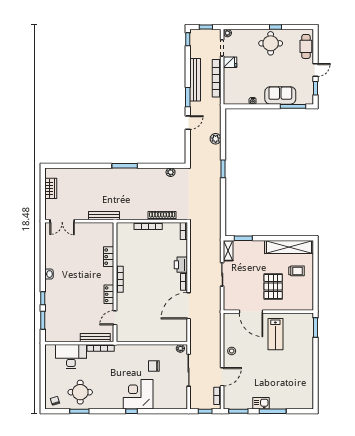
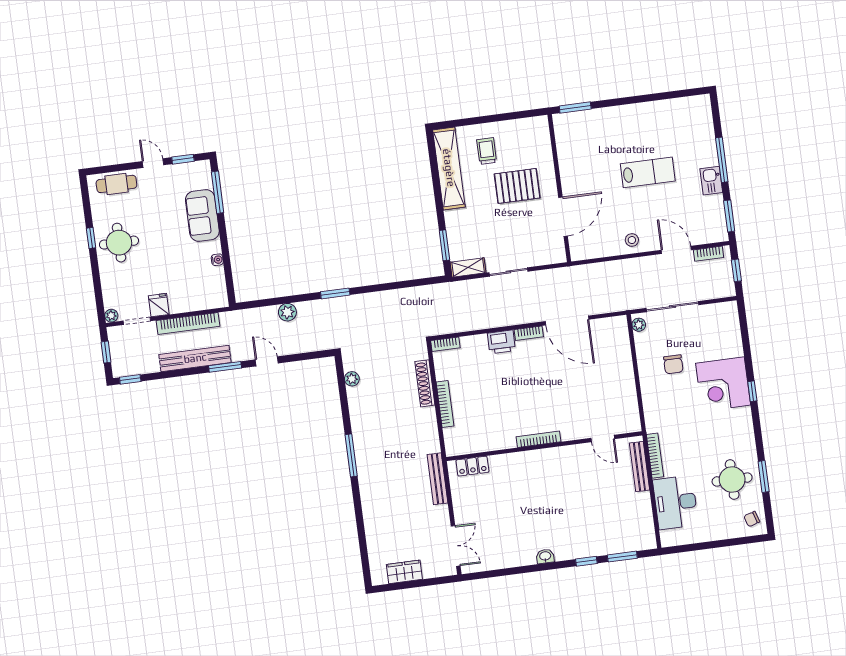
locker: (109, 257) -> (472, 466), moved
locker: (109, 294) -> (565, 453), removed
lab bench: (275, 334) -> (648, 172), moved

